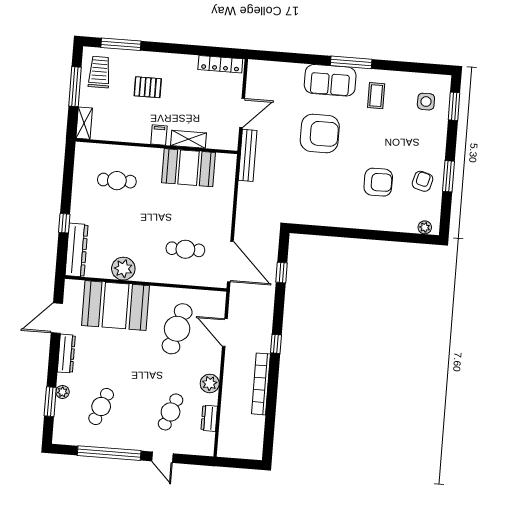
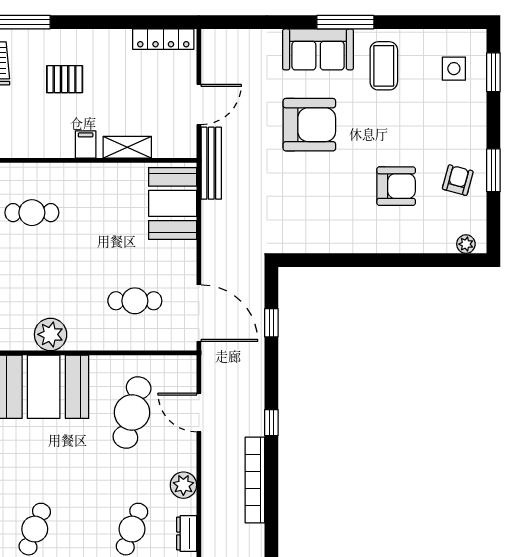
coffee table: (376, 96) -> (384, 66), width x1.36, depth x1.30
booth: (188, 168) -> (173, 203), moved, turned 90

